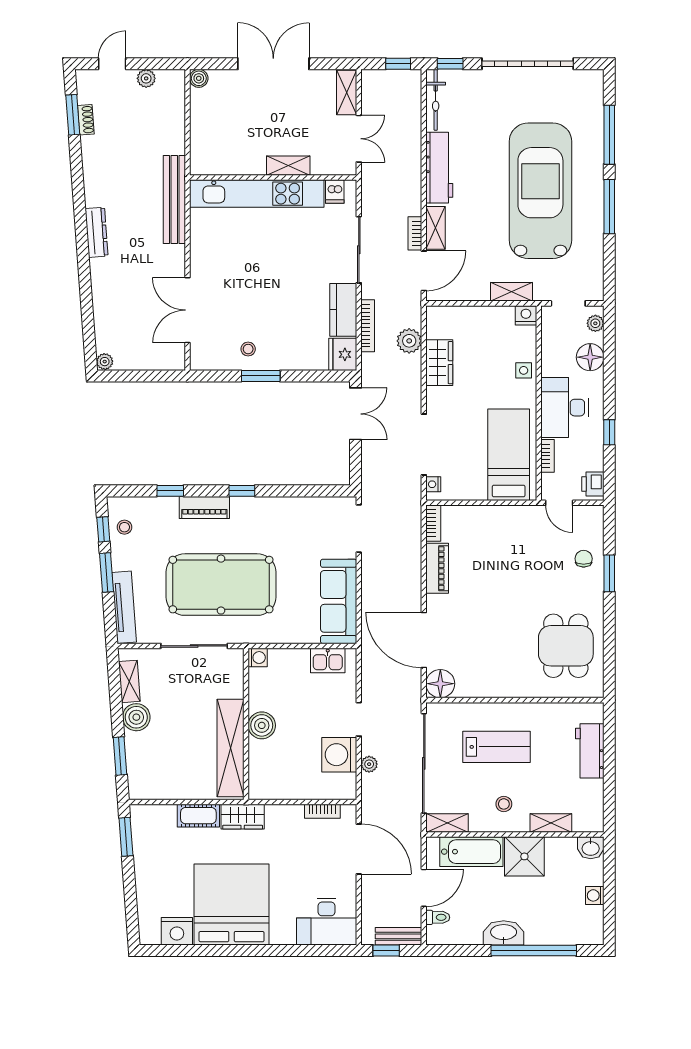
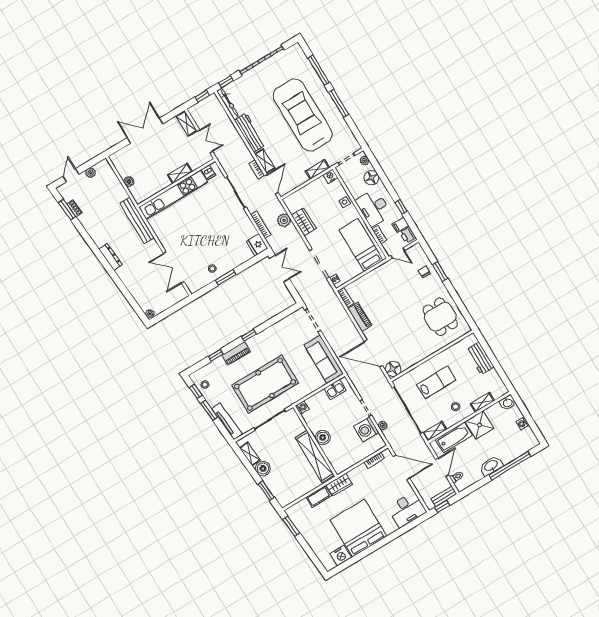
boiler: (199, 78) -> (129, 182), moved
kitchen counter: (343, 310) -> (245, 224), removed
filing cabinet: (591, 460) -> (400, 225), added

